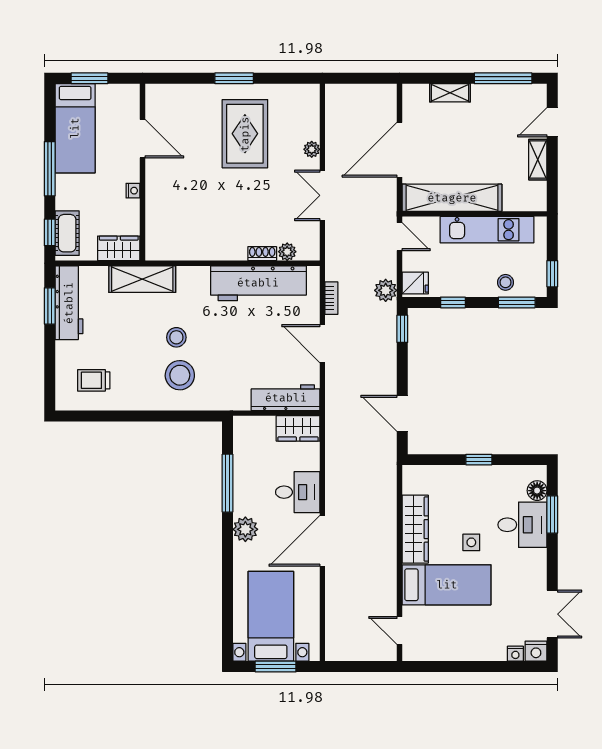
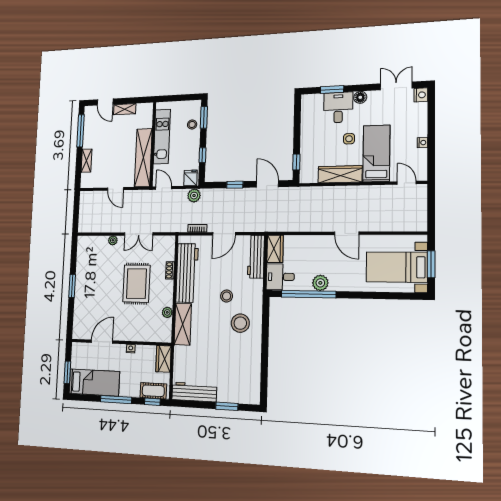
rug: (245, 134) -> (136, 284), moved, turned 90
door: (400, 150) -> (116, 189), width x0.53
door: (400, 237) -> (164, 188), hinge flipped
plant: (287, 252) -> (167, 312), moved
window: (552, 274) -> (188, 97), removed
shelving: (142, 279) -> (183, 324), moved
window: (50, 306) -> (227, 406), moved
window: (402, 329) -> (235, 185), moved
stool: (176, 337) -> (227, 296), moved
trolley: (94, 380) -> (242, 379), removed
door: (402, 413) -> (267, 184), swing flipped
window: (479, 460) -> (296, 162), moved
window: (227, 483) -> (308, 294), width x1.46
floor lamp: (537, 491) -> (360, 97), moved
desk: (298, 492) -> (280, 277), moved, turned -90
plant: (245, 529) -> (320, 283), moved
door: (322, 541) -> (347, 233), width x0.73
door: (400, 631) -> (407, 183), swing flipped
nightstand: (515, 654) -> (422, 143), moved

